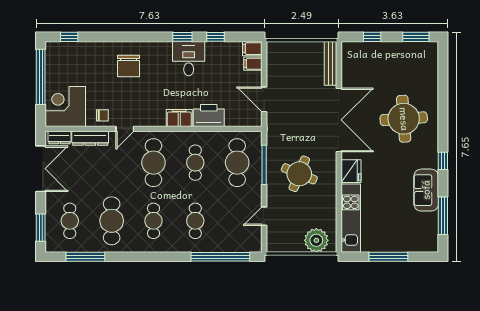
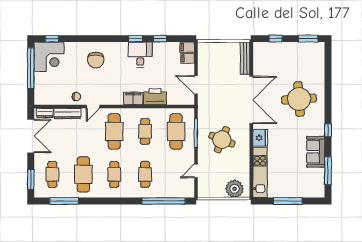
corner desk: (65, 107) -> (49, 57), moved, turned 180

